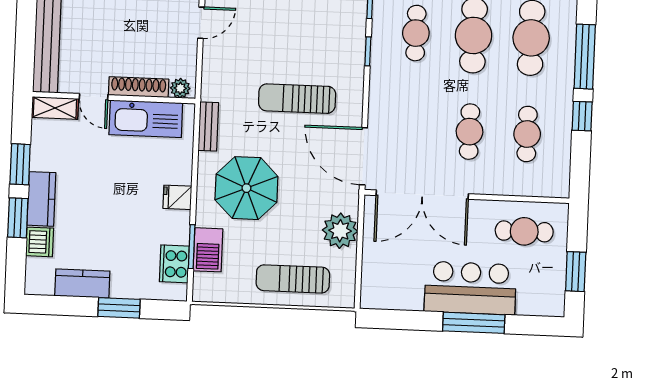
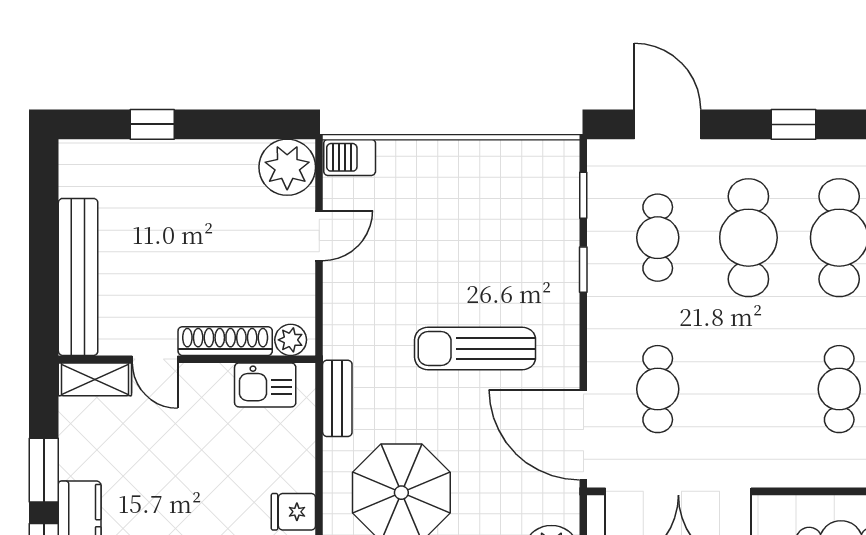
kitchen sink: (146, 119) -> (265, 385), width x0.53, depth x0.81
cafe table: (470, 132) -> (658, 389), moved

